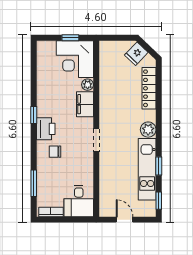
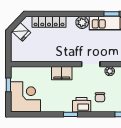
corner desk: (75, 59) -> (26, 97), moved, turned -90
plant: (88, 85) -> (110, 71), moved

